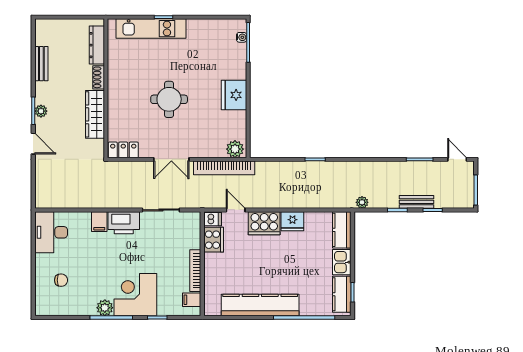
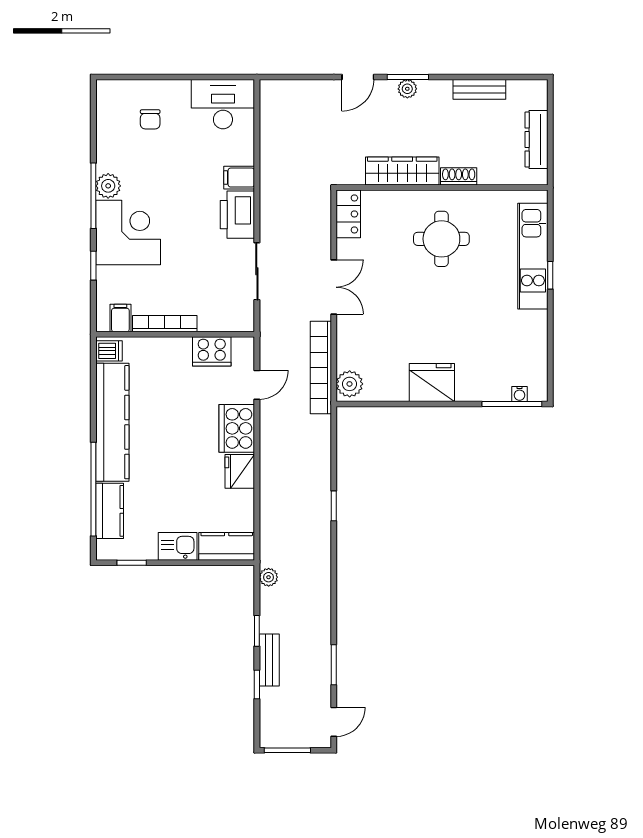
dresser: (97, 45) -> (536, 139), moved, turned -90
round table: (169, 99) -> (441, 239), moved
double door: (171, 159) -> (334, 287), swing flipped
dishwasher: (213, 219) -> (109, 351), moved, turned -90
kitchen counter: (342, 294) -> (110, 511), moved, turned 90

